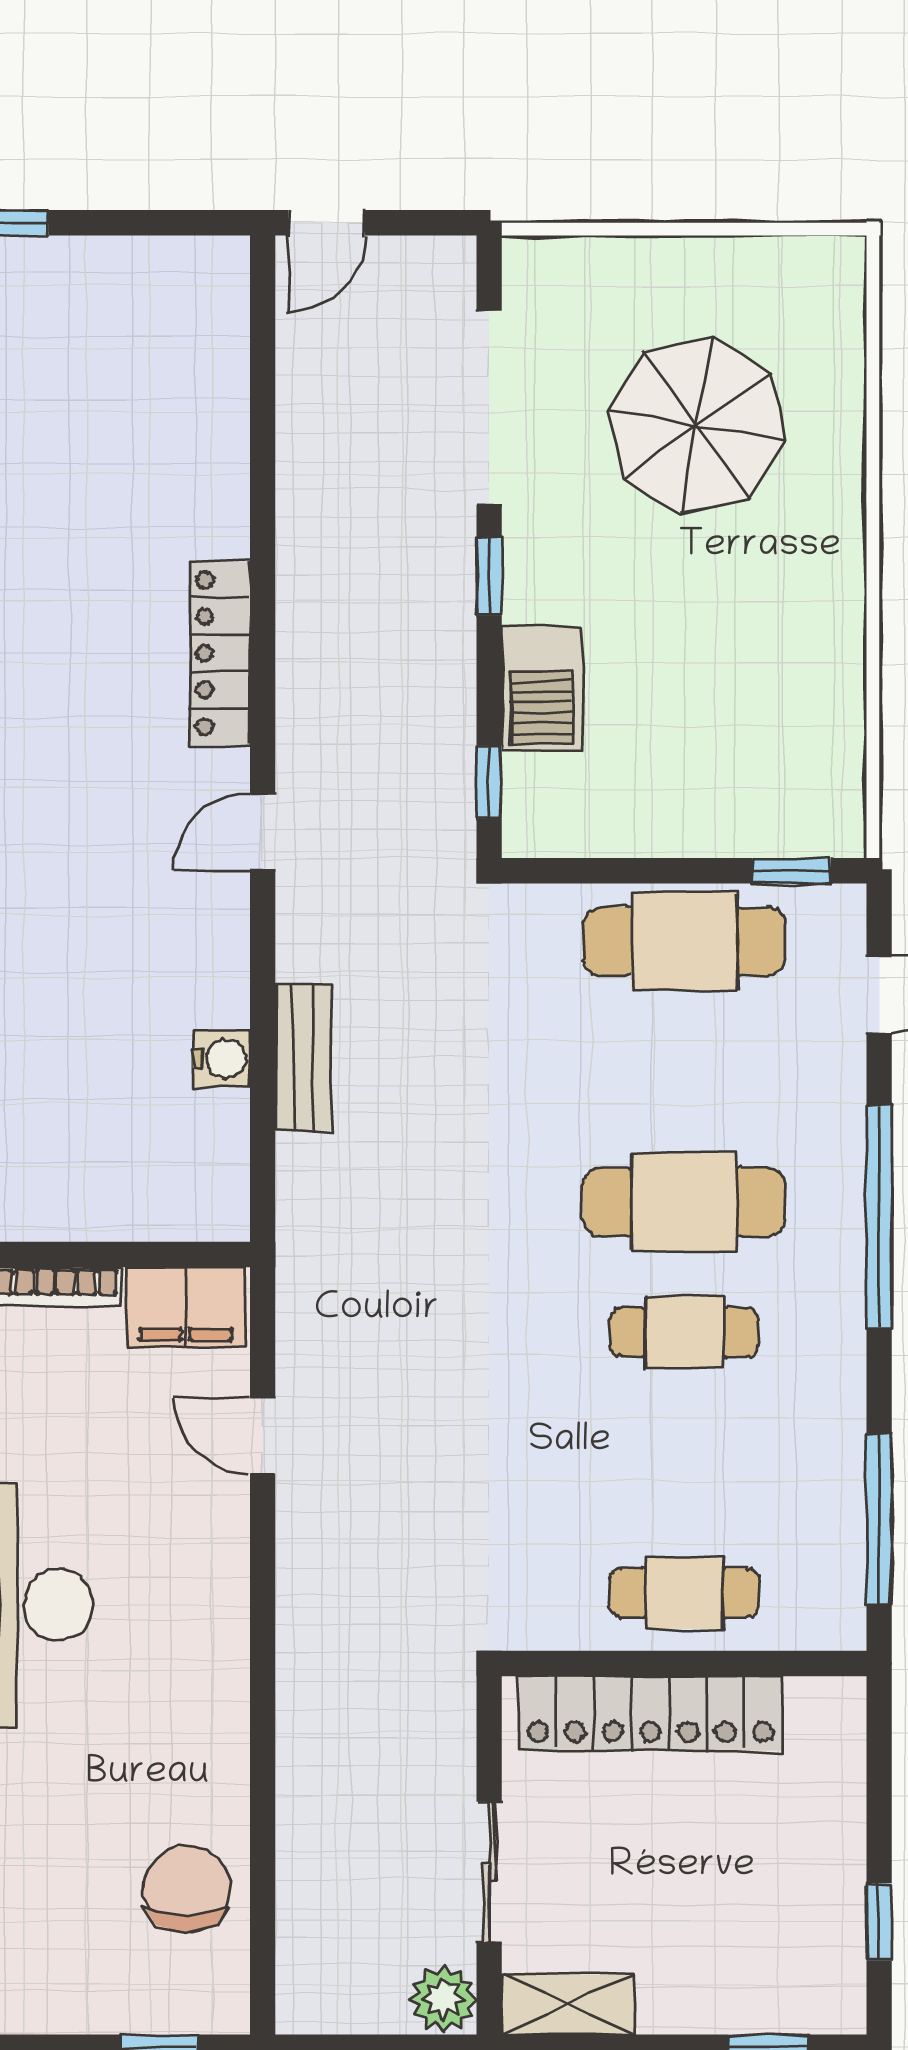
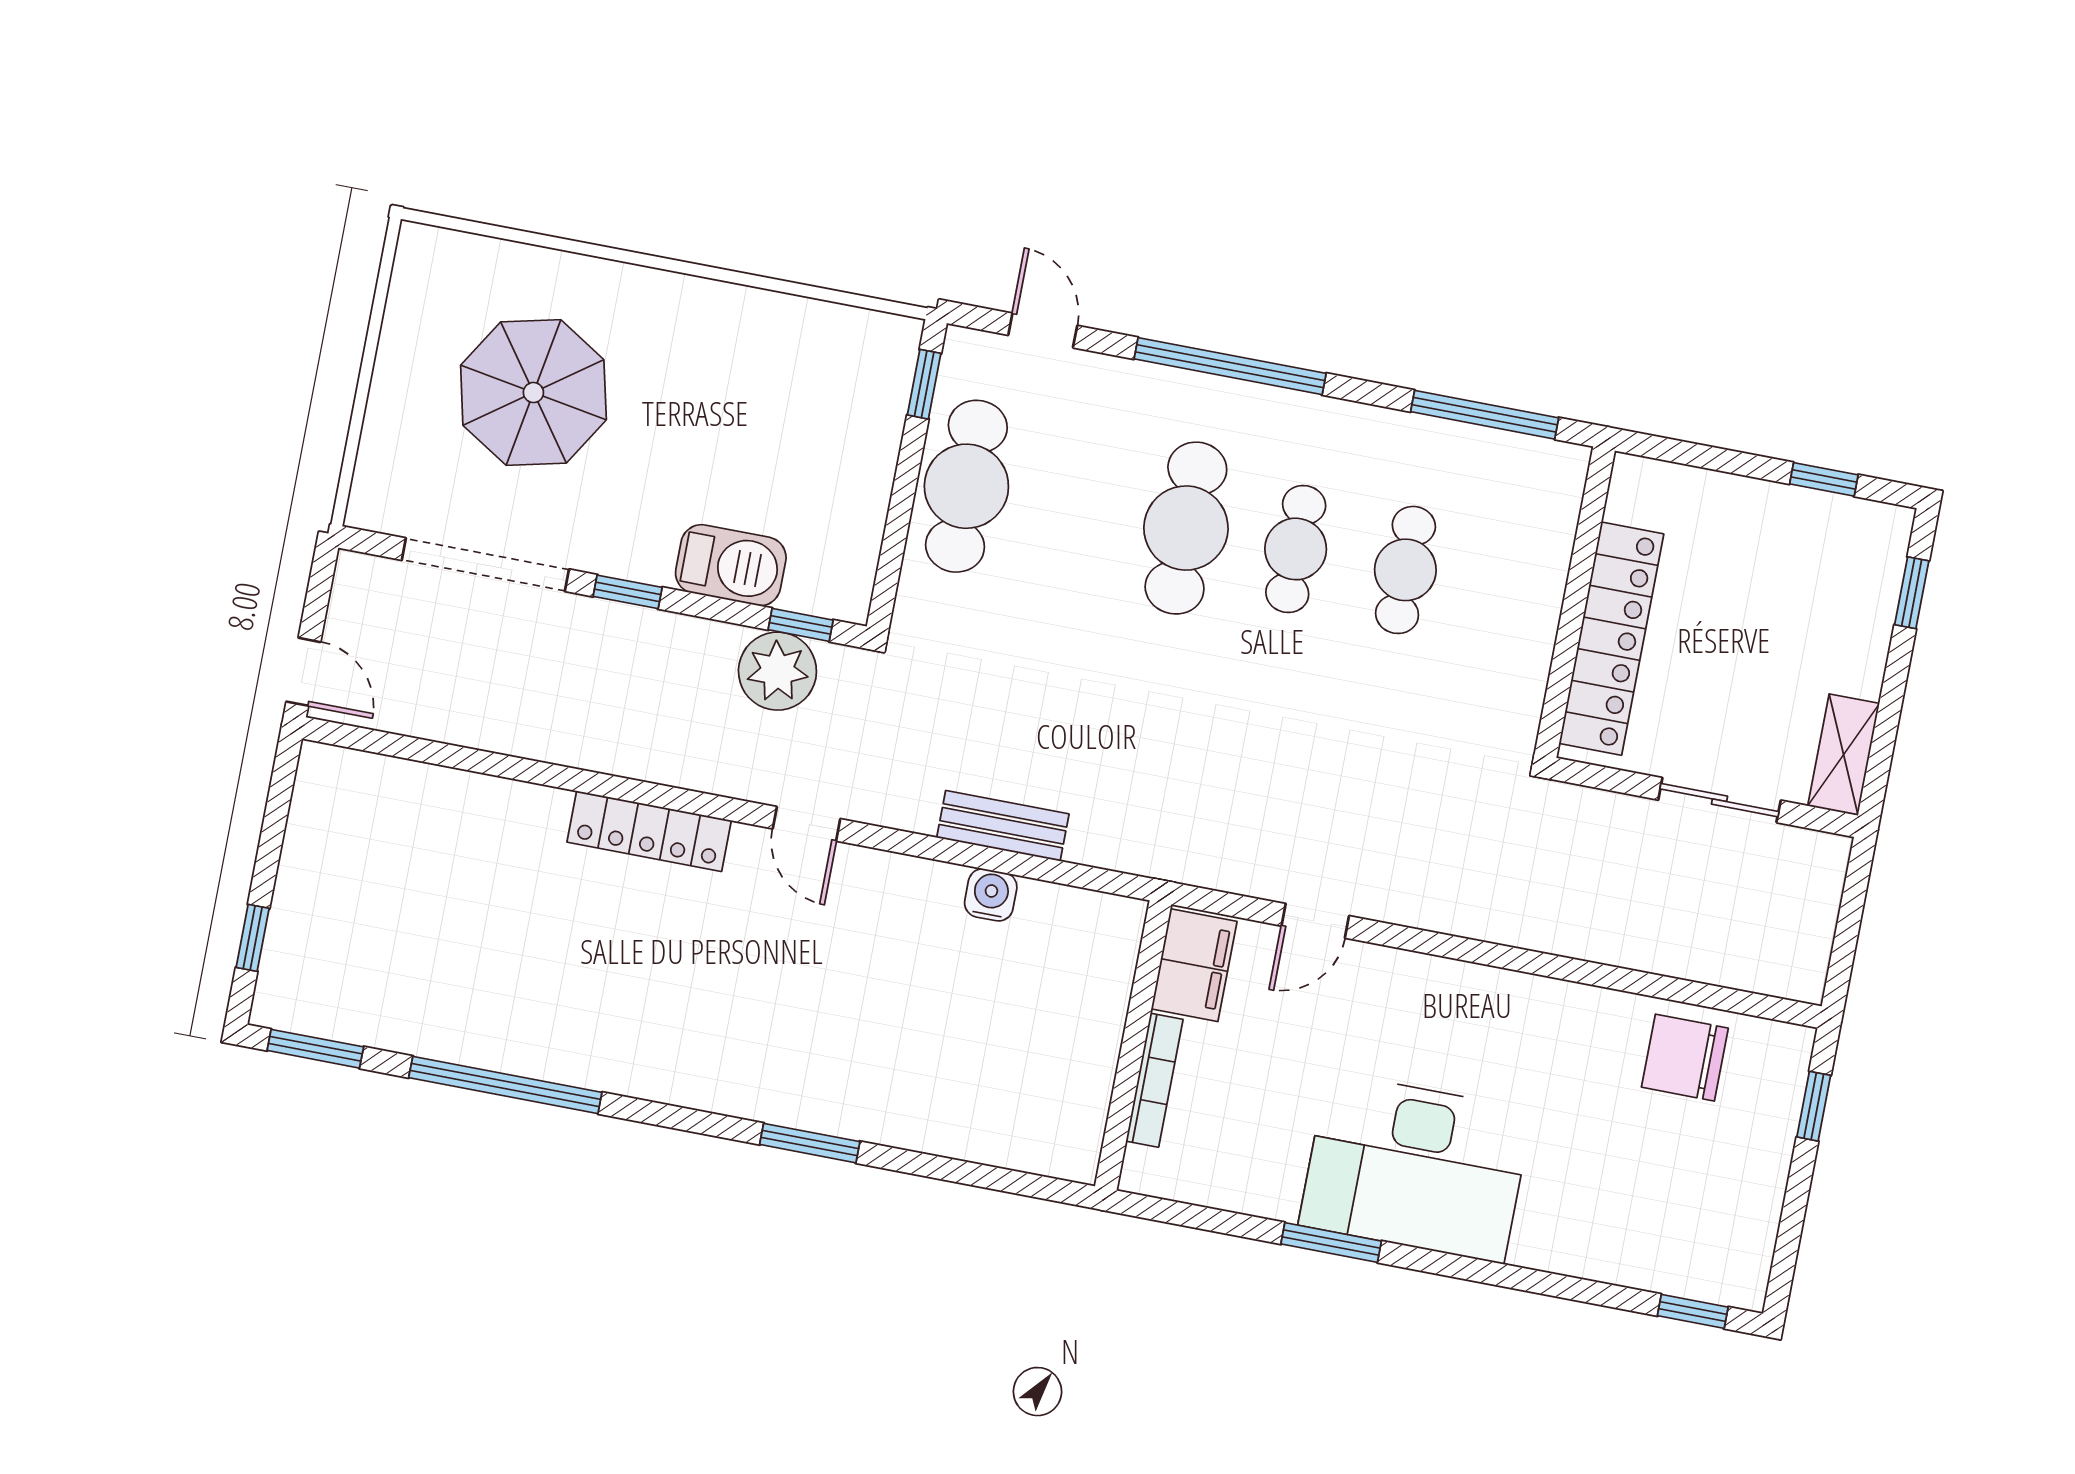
cafe table: (684, 1593) -> (1405, 570), moved
plant: (443, 1999) -> (777, 671), moved, width x1.36, depth x1.36

